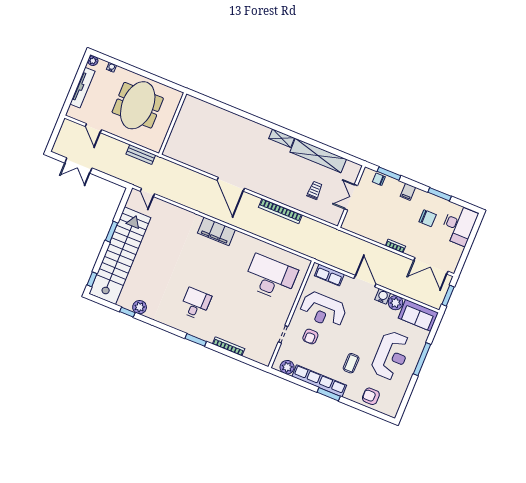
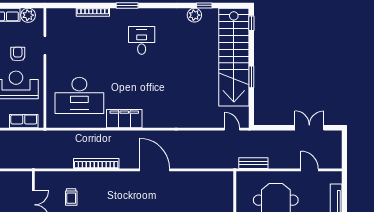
filing cabinet: (216, 231) -> (124, 119), moved
desk: (196, 304) -> (142, 40), turned 180

